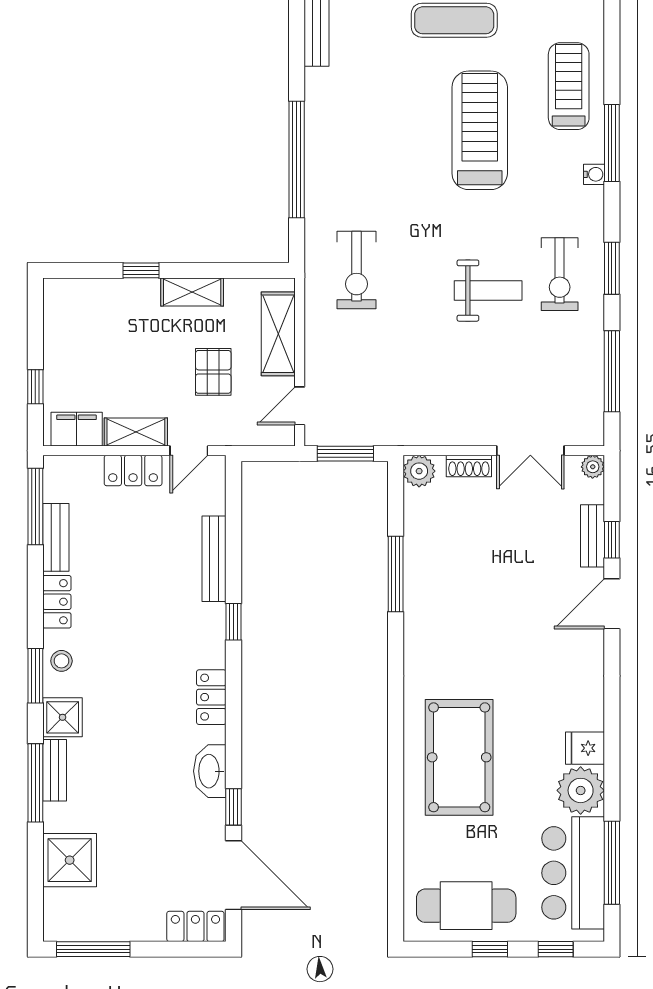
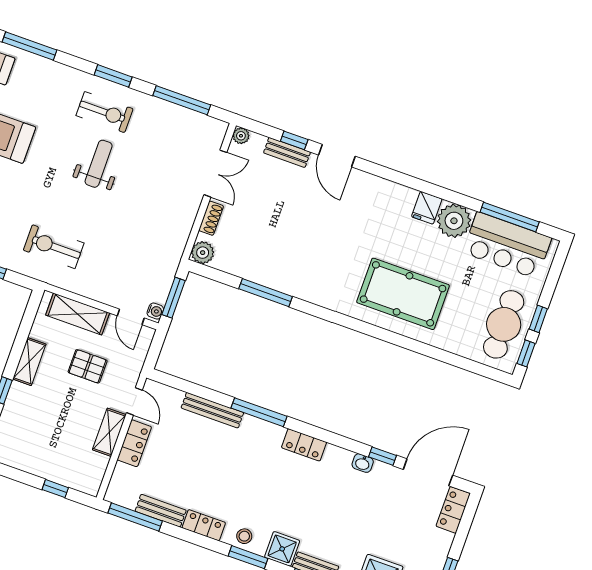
water cooler: (594, 174) -> (155, 311), moved, turned 90
exercise bike: (356, 270) -> (54, 247), turned 180
filing cabinet: (77, 429) -> (93, 471), removed
window: (233, 622) -> (259, 412), width x2.17
washbasin: (210, 771) -> (363, 463), width x0.52, depth x0.69
window: (556, 949) -> (526, 353), moved

